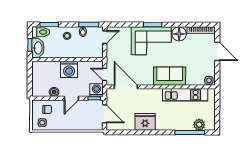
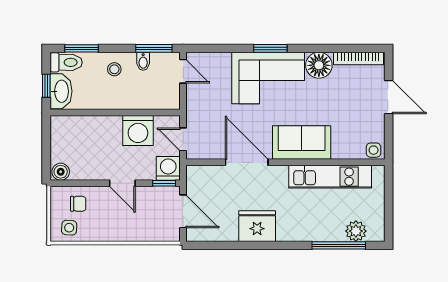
door: (105, 37) -> (183, 71), hinge flipped
washing machine: (69, 69) -> (138, 130), moved
door: (126, 87) -> (247, 162), moved
boiler: (54, 92) -> (61, 172), moved
door: (71, 98) -> (122, 183), hinge flipped

